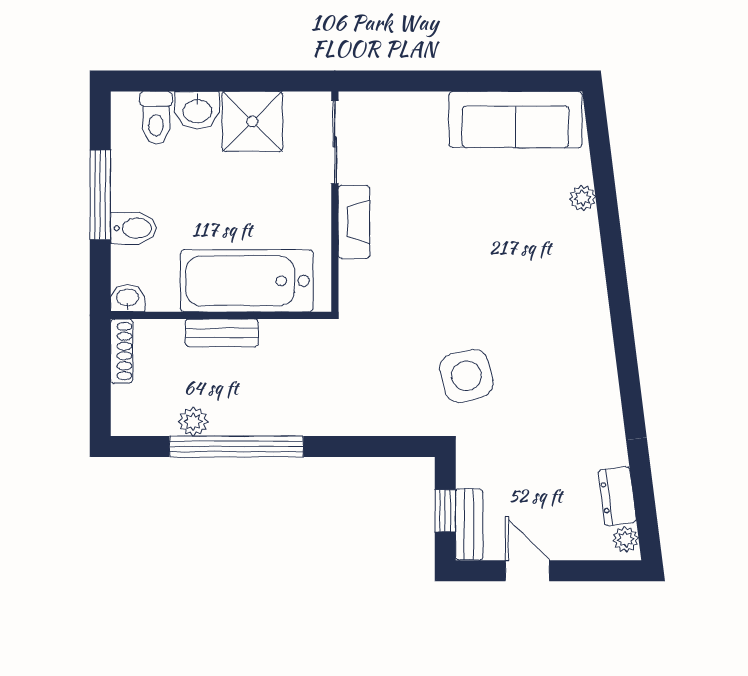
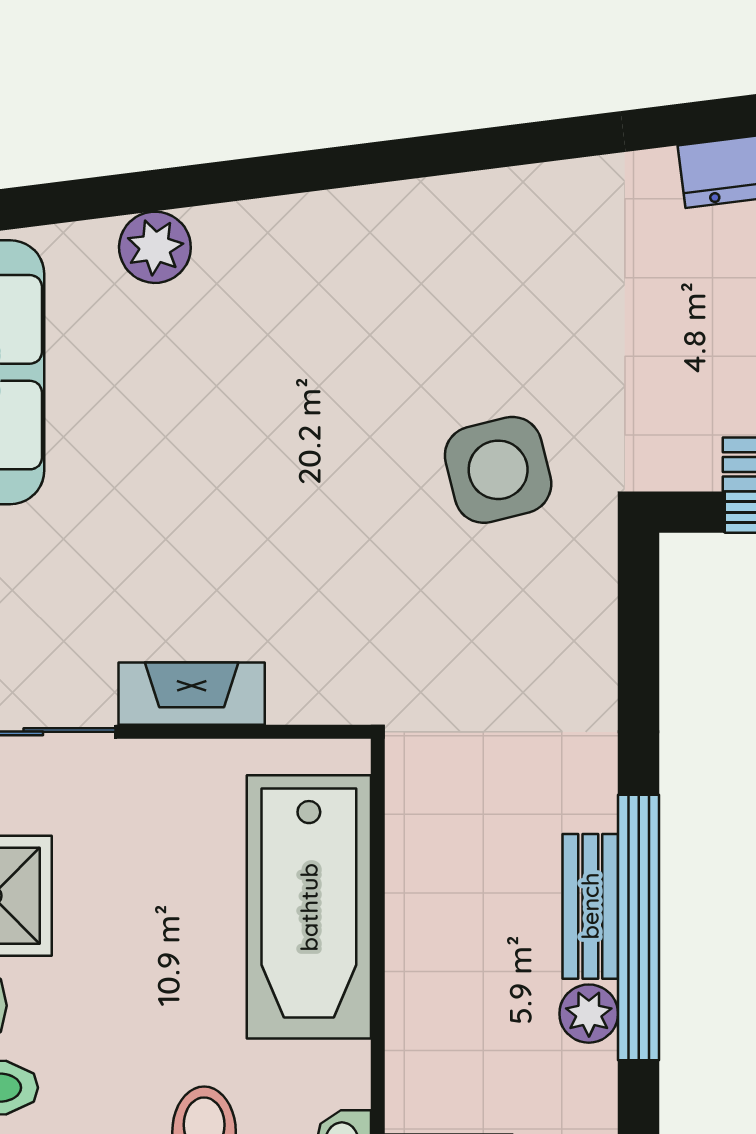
plant: (583, 198) -> (155, 247), width x1.38, depth x1.38
bench: (222, 333) -> (590, 906), moved

